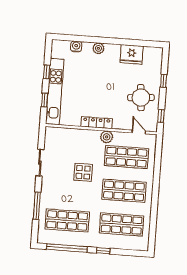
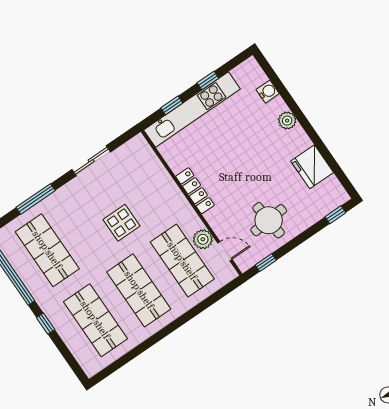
window: (164, 81) -> (335, 215), moved
door: (139, 132) -> (225, 251), hinge flipped
plant: (107, 137) -> (203, 239), moved

